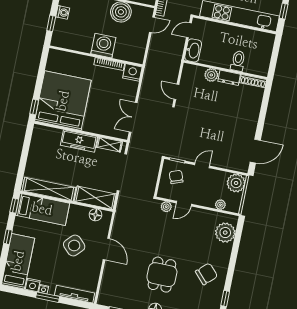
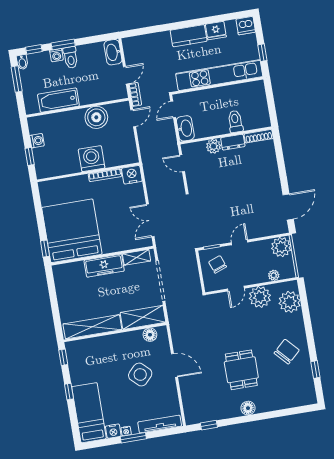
door: (176, 92) -> (182, 163), moved
plant: (166, 207) -> (260, 297), moved, width x1.87, depth x1.87
bed: (42, 209) -> (94, 350), removed

